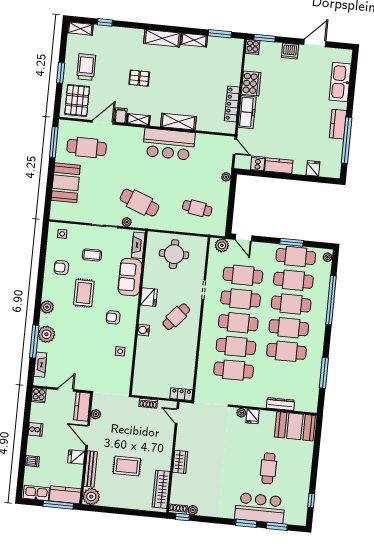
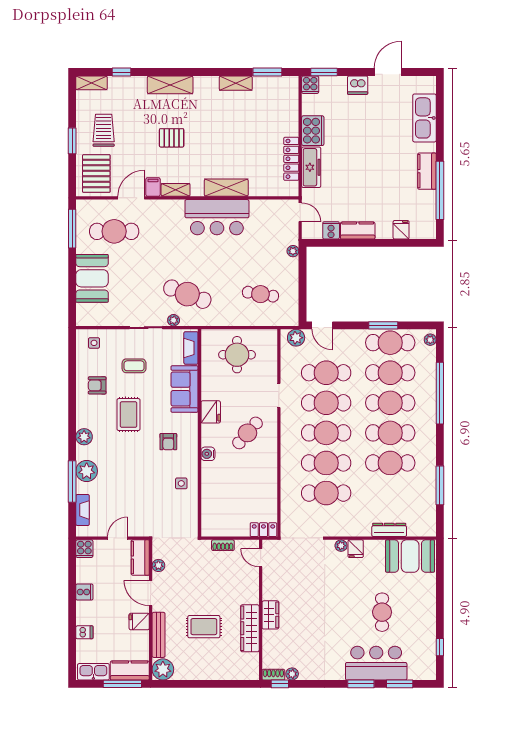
shelving: (162, 38) -> (170, 85), moved
armchair: (113, 317) -> (168, 442), turned -90
wardrobe: (161, 489) -> (250, 628), moved

